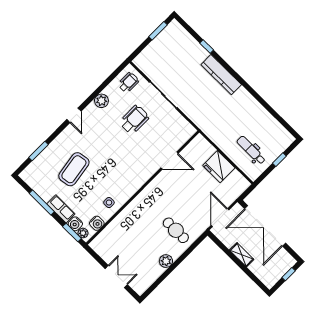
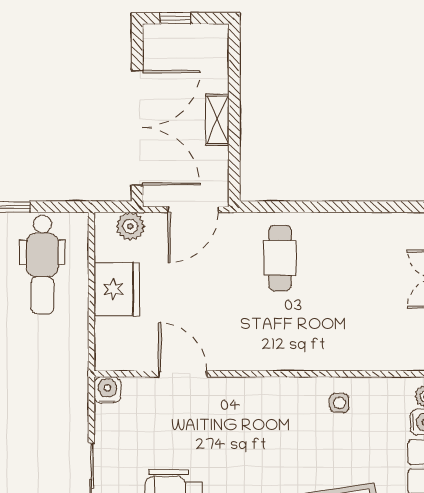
dental chair: (251, 150) -> (42, 265), width x1.36, depth x1.38
water cooler: (97, 223) -> (107, 390), moved
plant: (166, 261) -> (130, 226), moved

